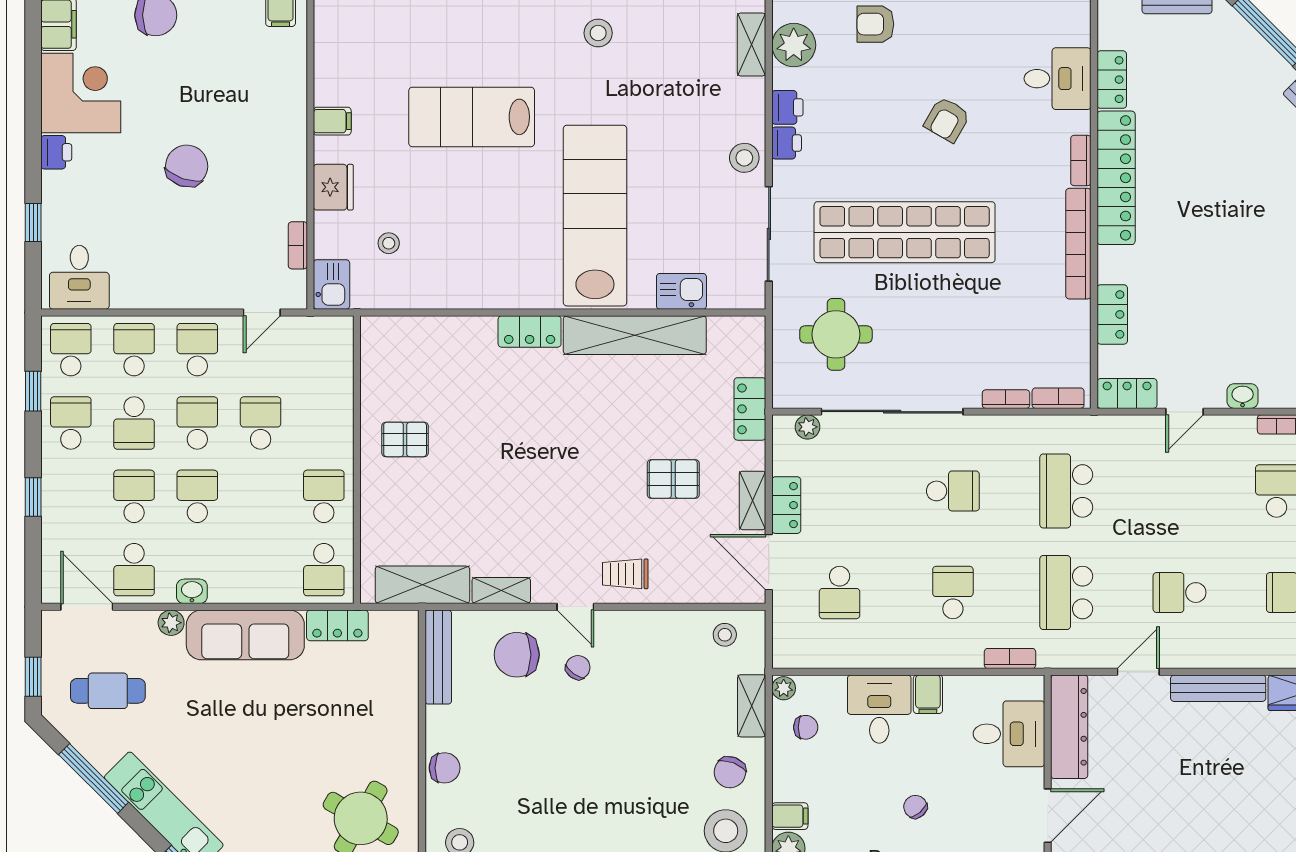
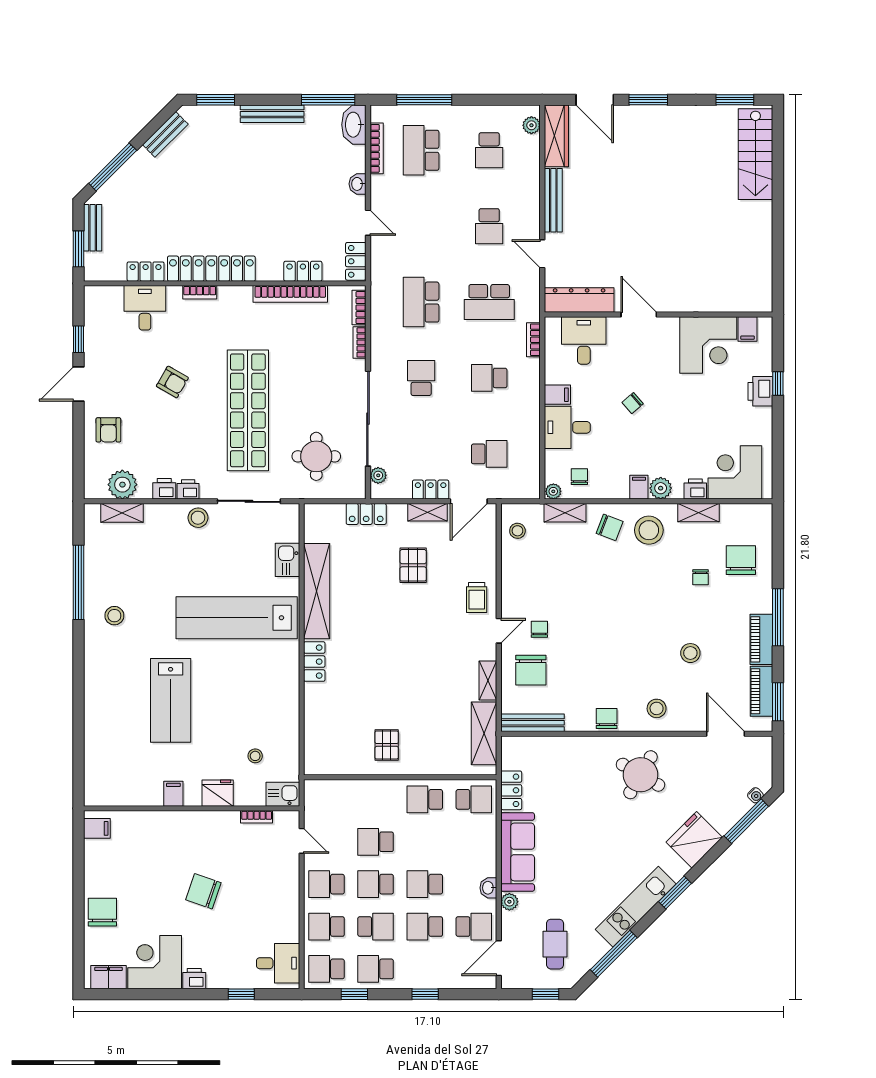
bookcase: (1078, 244) -> (290, 294), moved
school desk: (1066, 491) -> (421, 302), turned 90
chair: (578, 667) -> (539, 629), turned 54

